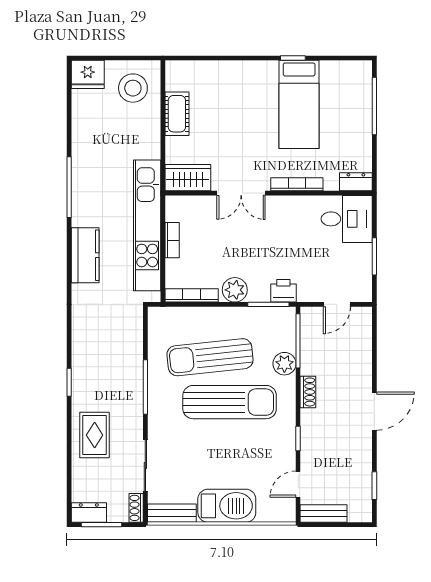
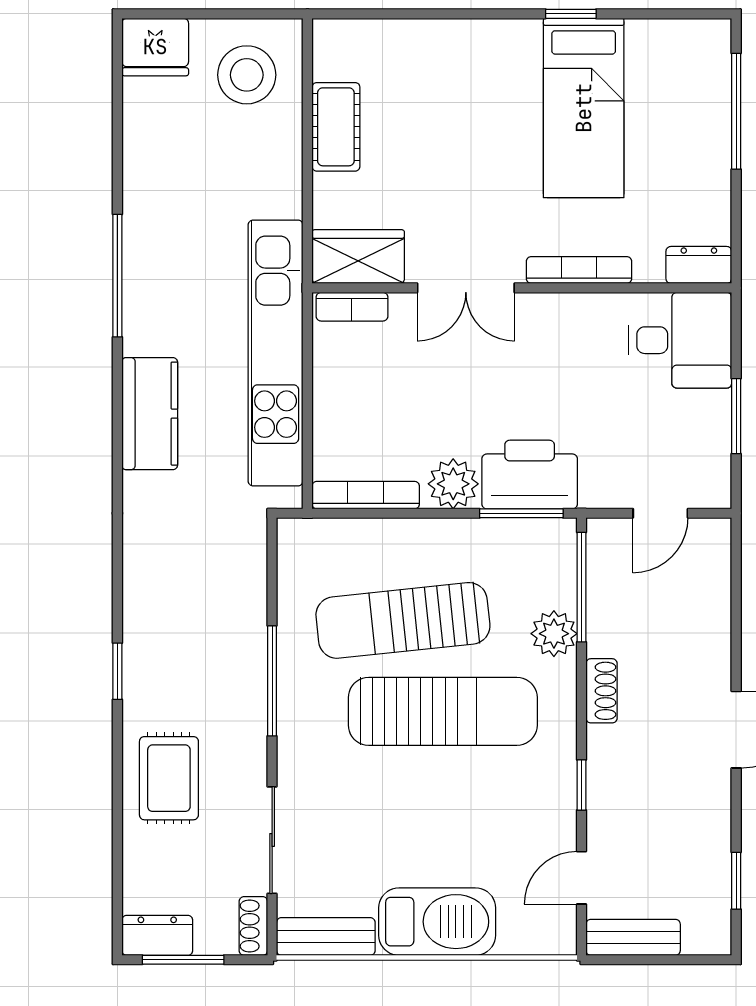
bookcase: (172, 240) -> (352, 307), moved, turned 90
printer: (283, 291) -> (530, 475), width x1.87, depth x1.48

